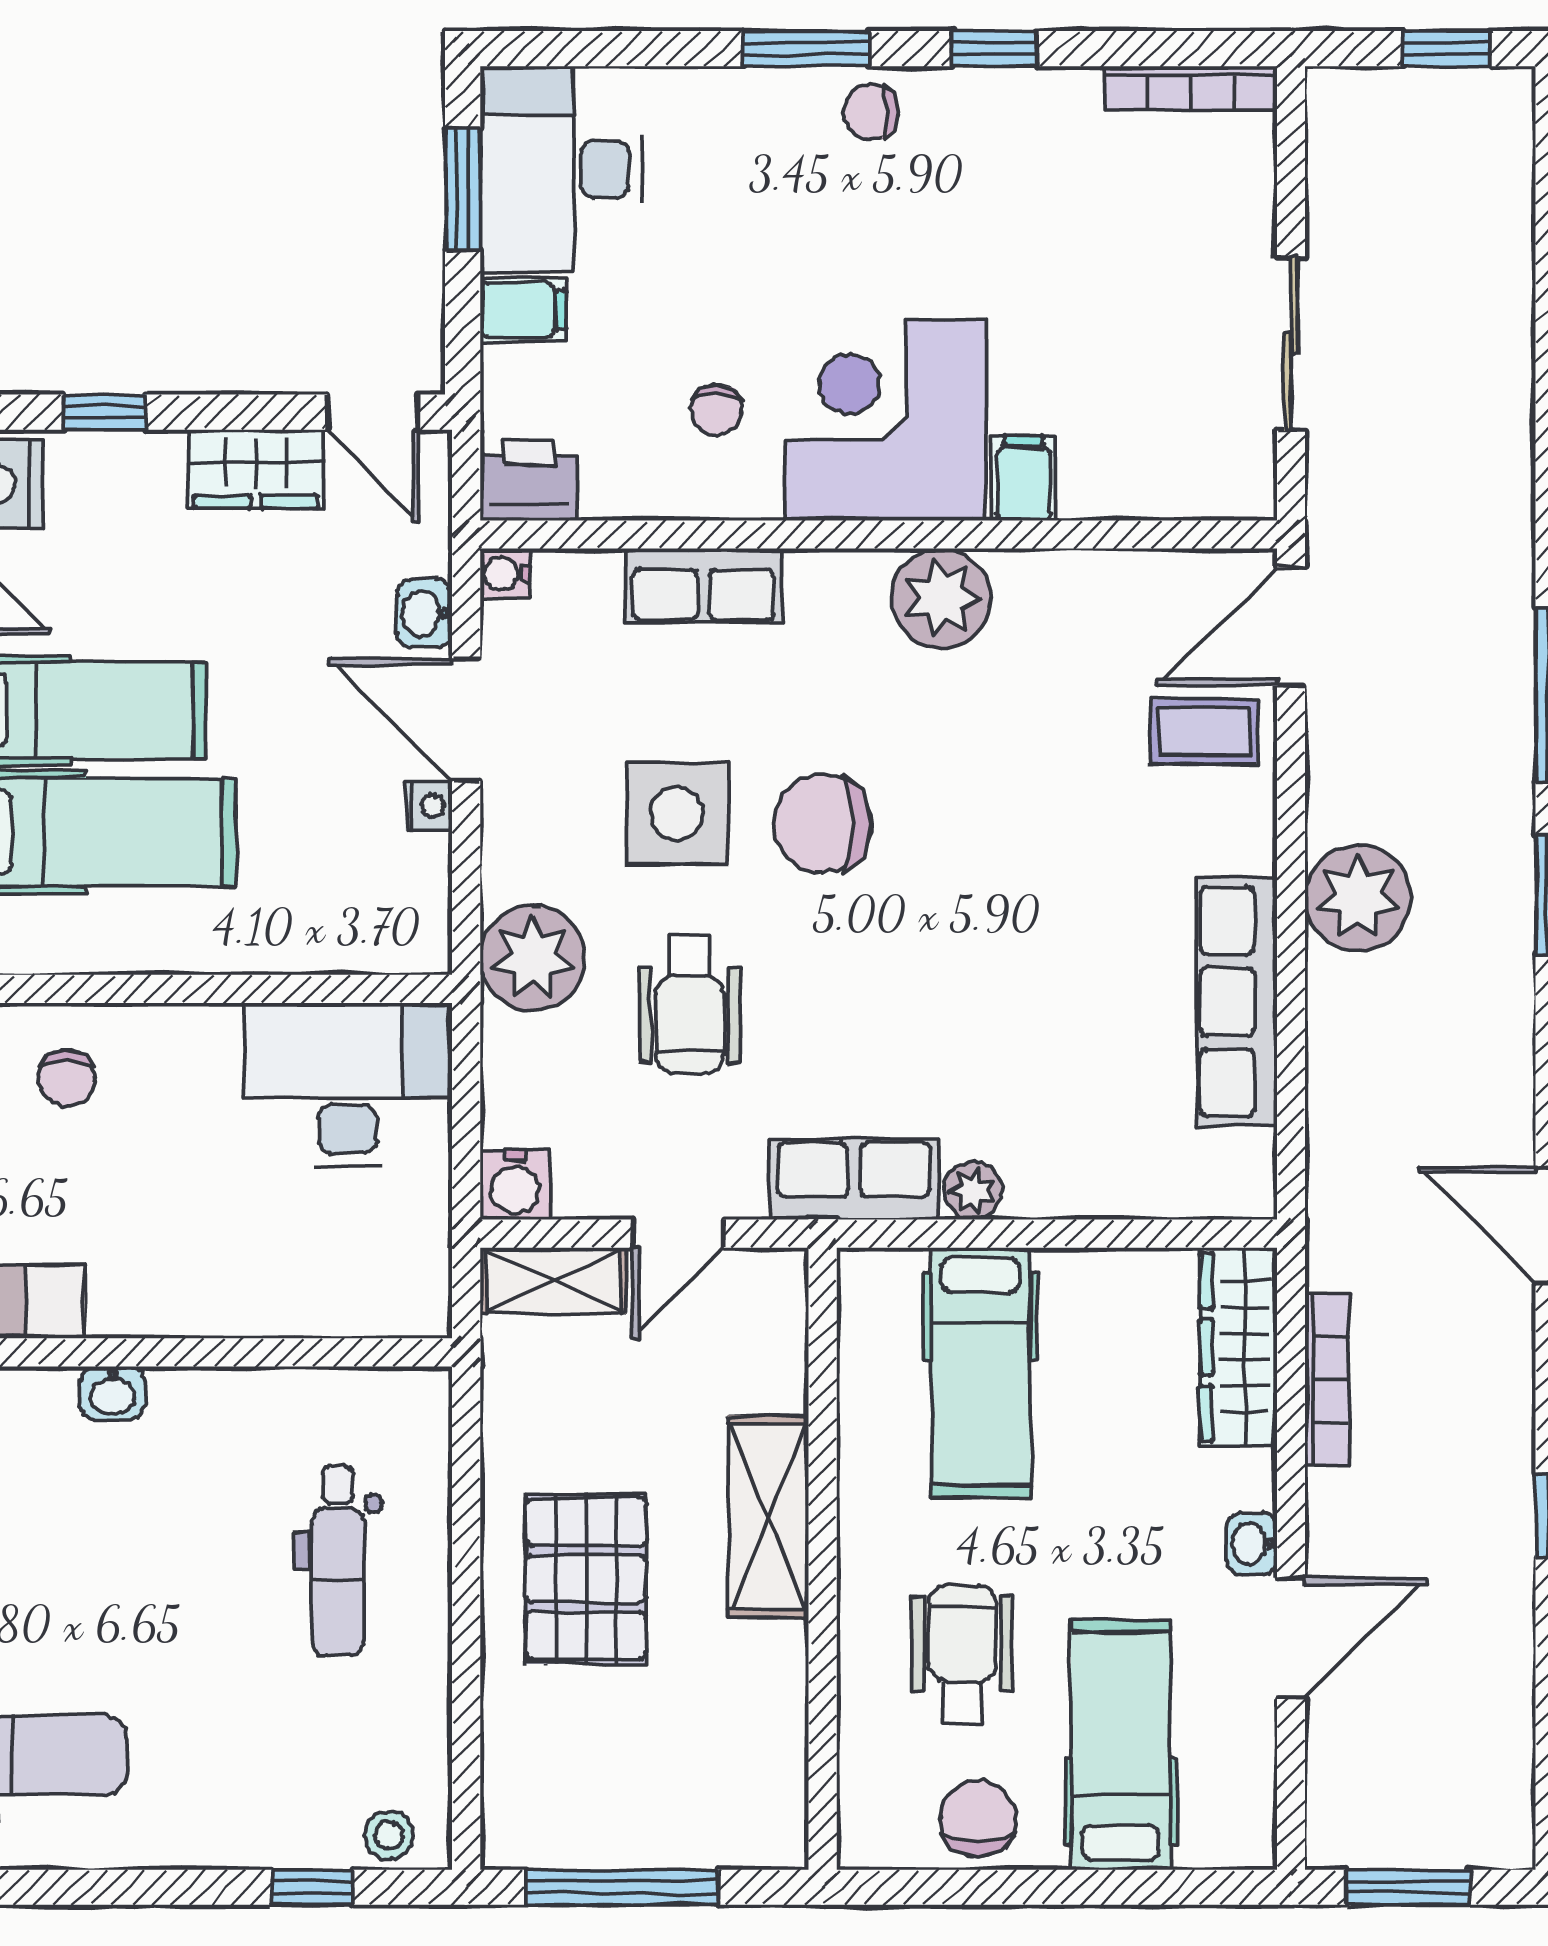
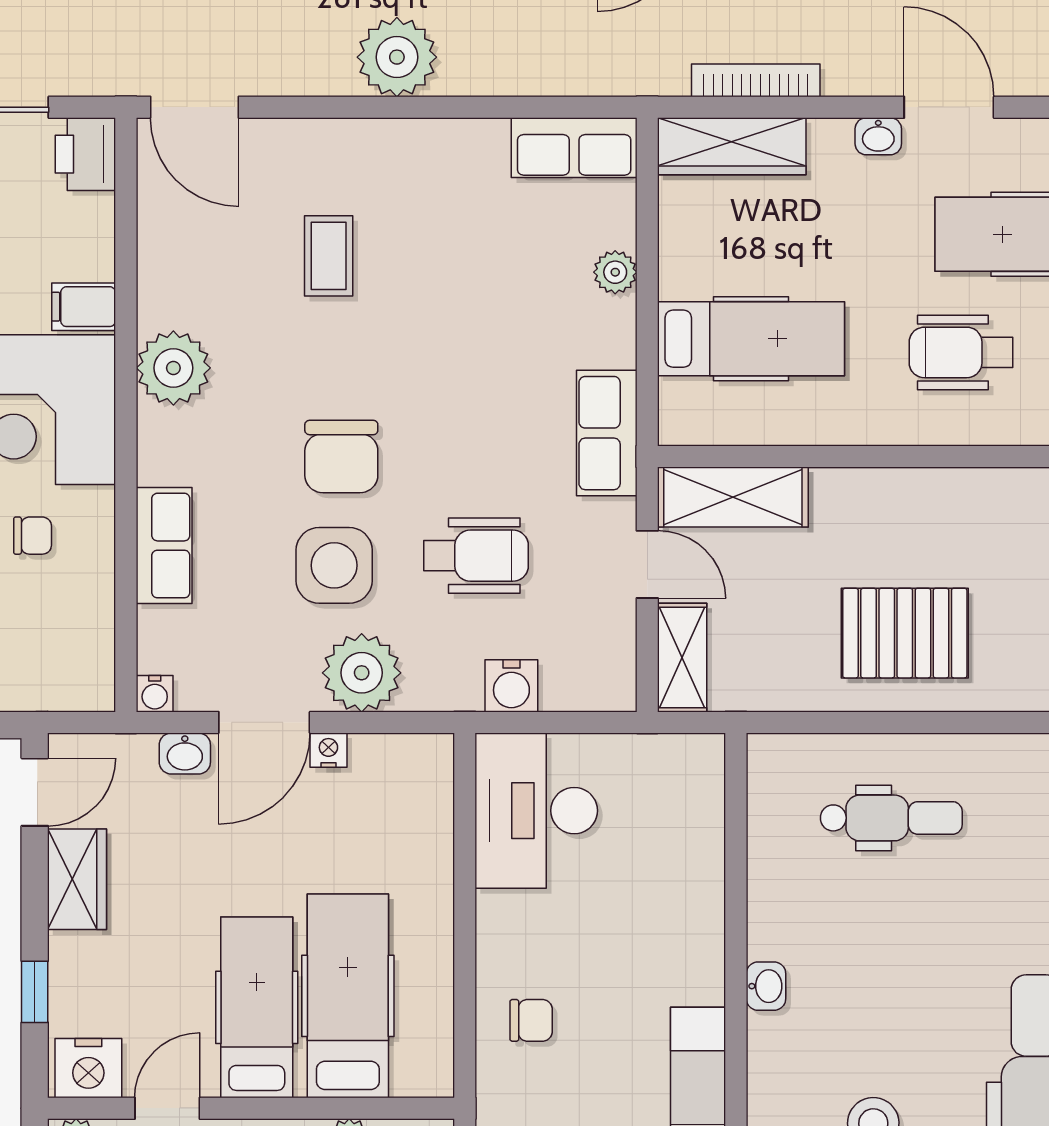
printer: (529, 480) -> (85, 154), moved
coffee table: (1204, 732) -> (329, 256), moved
plant: (533, 958) -> (362, 673), moved
row of seats: (1237, 1001) -> (574, 148), moved, width x0.68
water cooler: (515, 1185) -> (511, 686), moved, turned 90
plant: (973, 1191) -> (615, 272), moved
shelving: (768, 1517) -> (733, 497), moved

